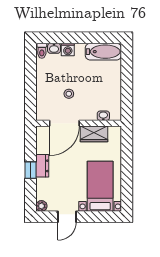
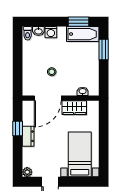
window: (99, 38) -> (78, 22), added
window: (127, 69) -> (104, 49), added
window: (31, 170) -> (18, 128), moved

